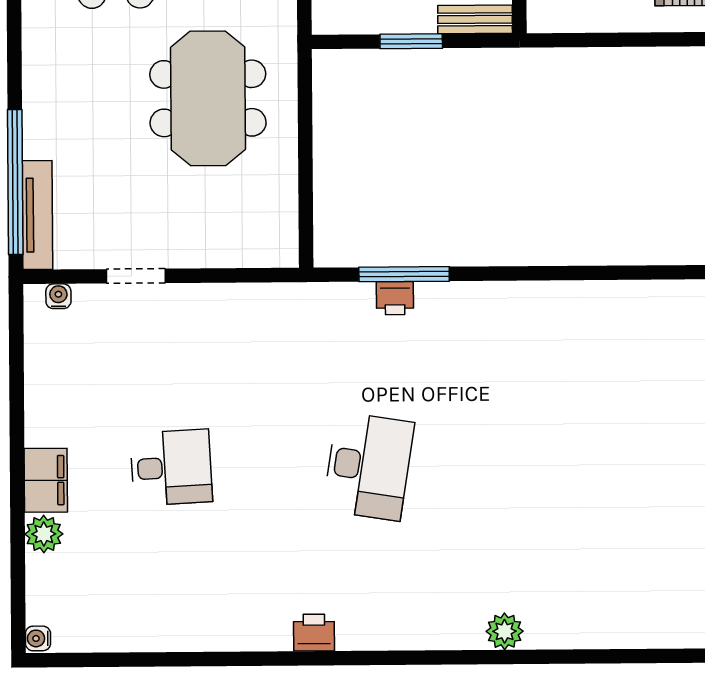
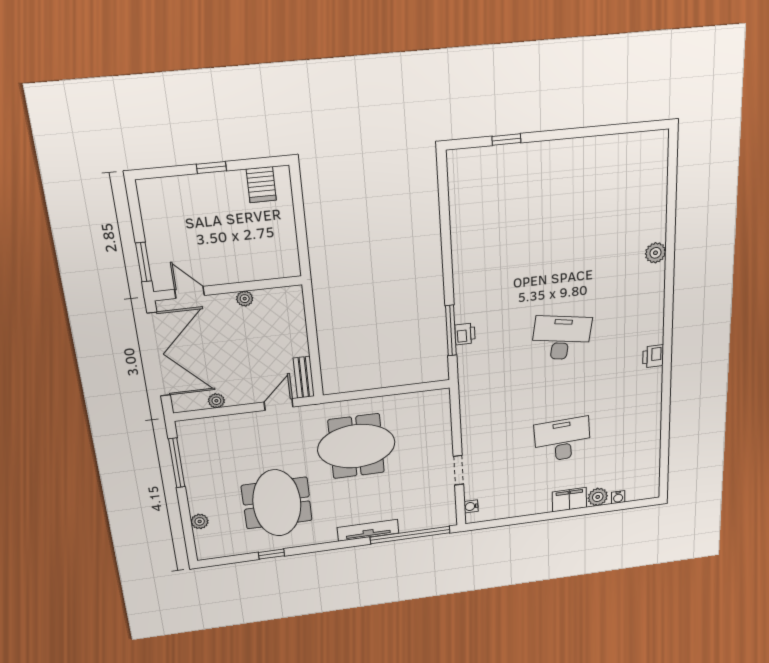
bench: (475, 19) -> (304, 377), moved
window: (411, 41) -> (313, 342), removed
tv unit: (37, 215) -> (368, 530), moved
desk: (171, 468) -> (562, 440), width x1.37
water cooler: (38, 638) -> (618, 497), moved

